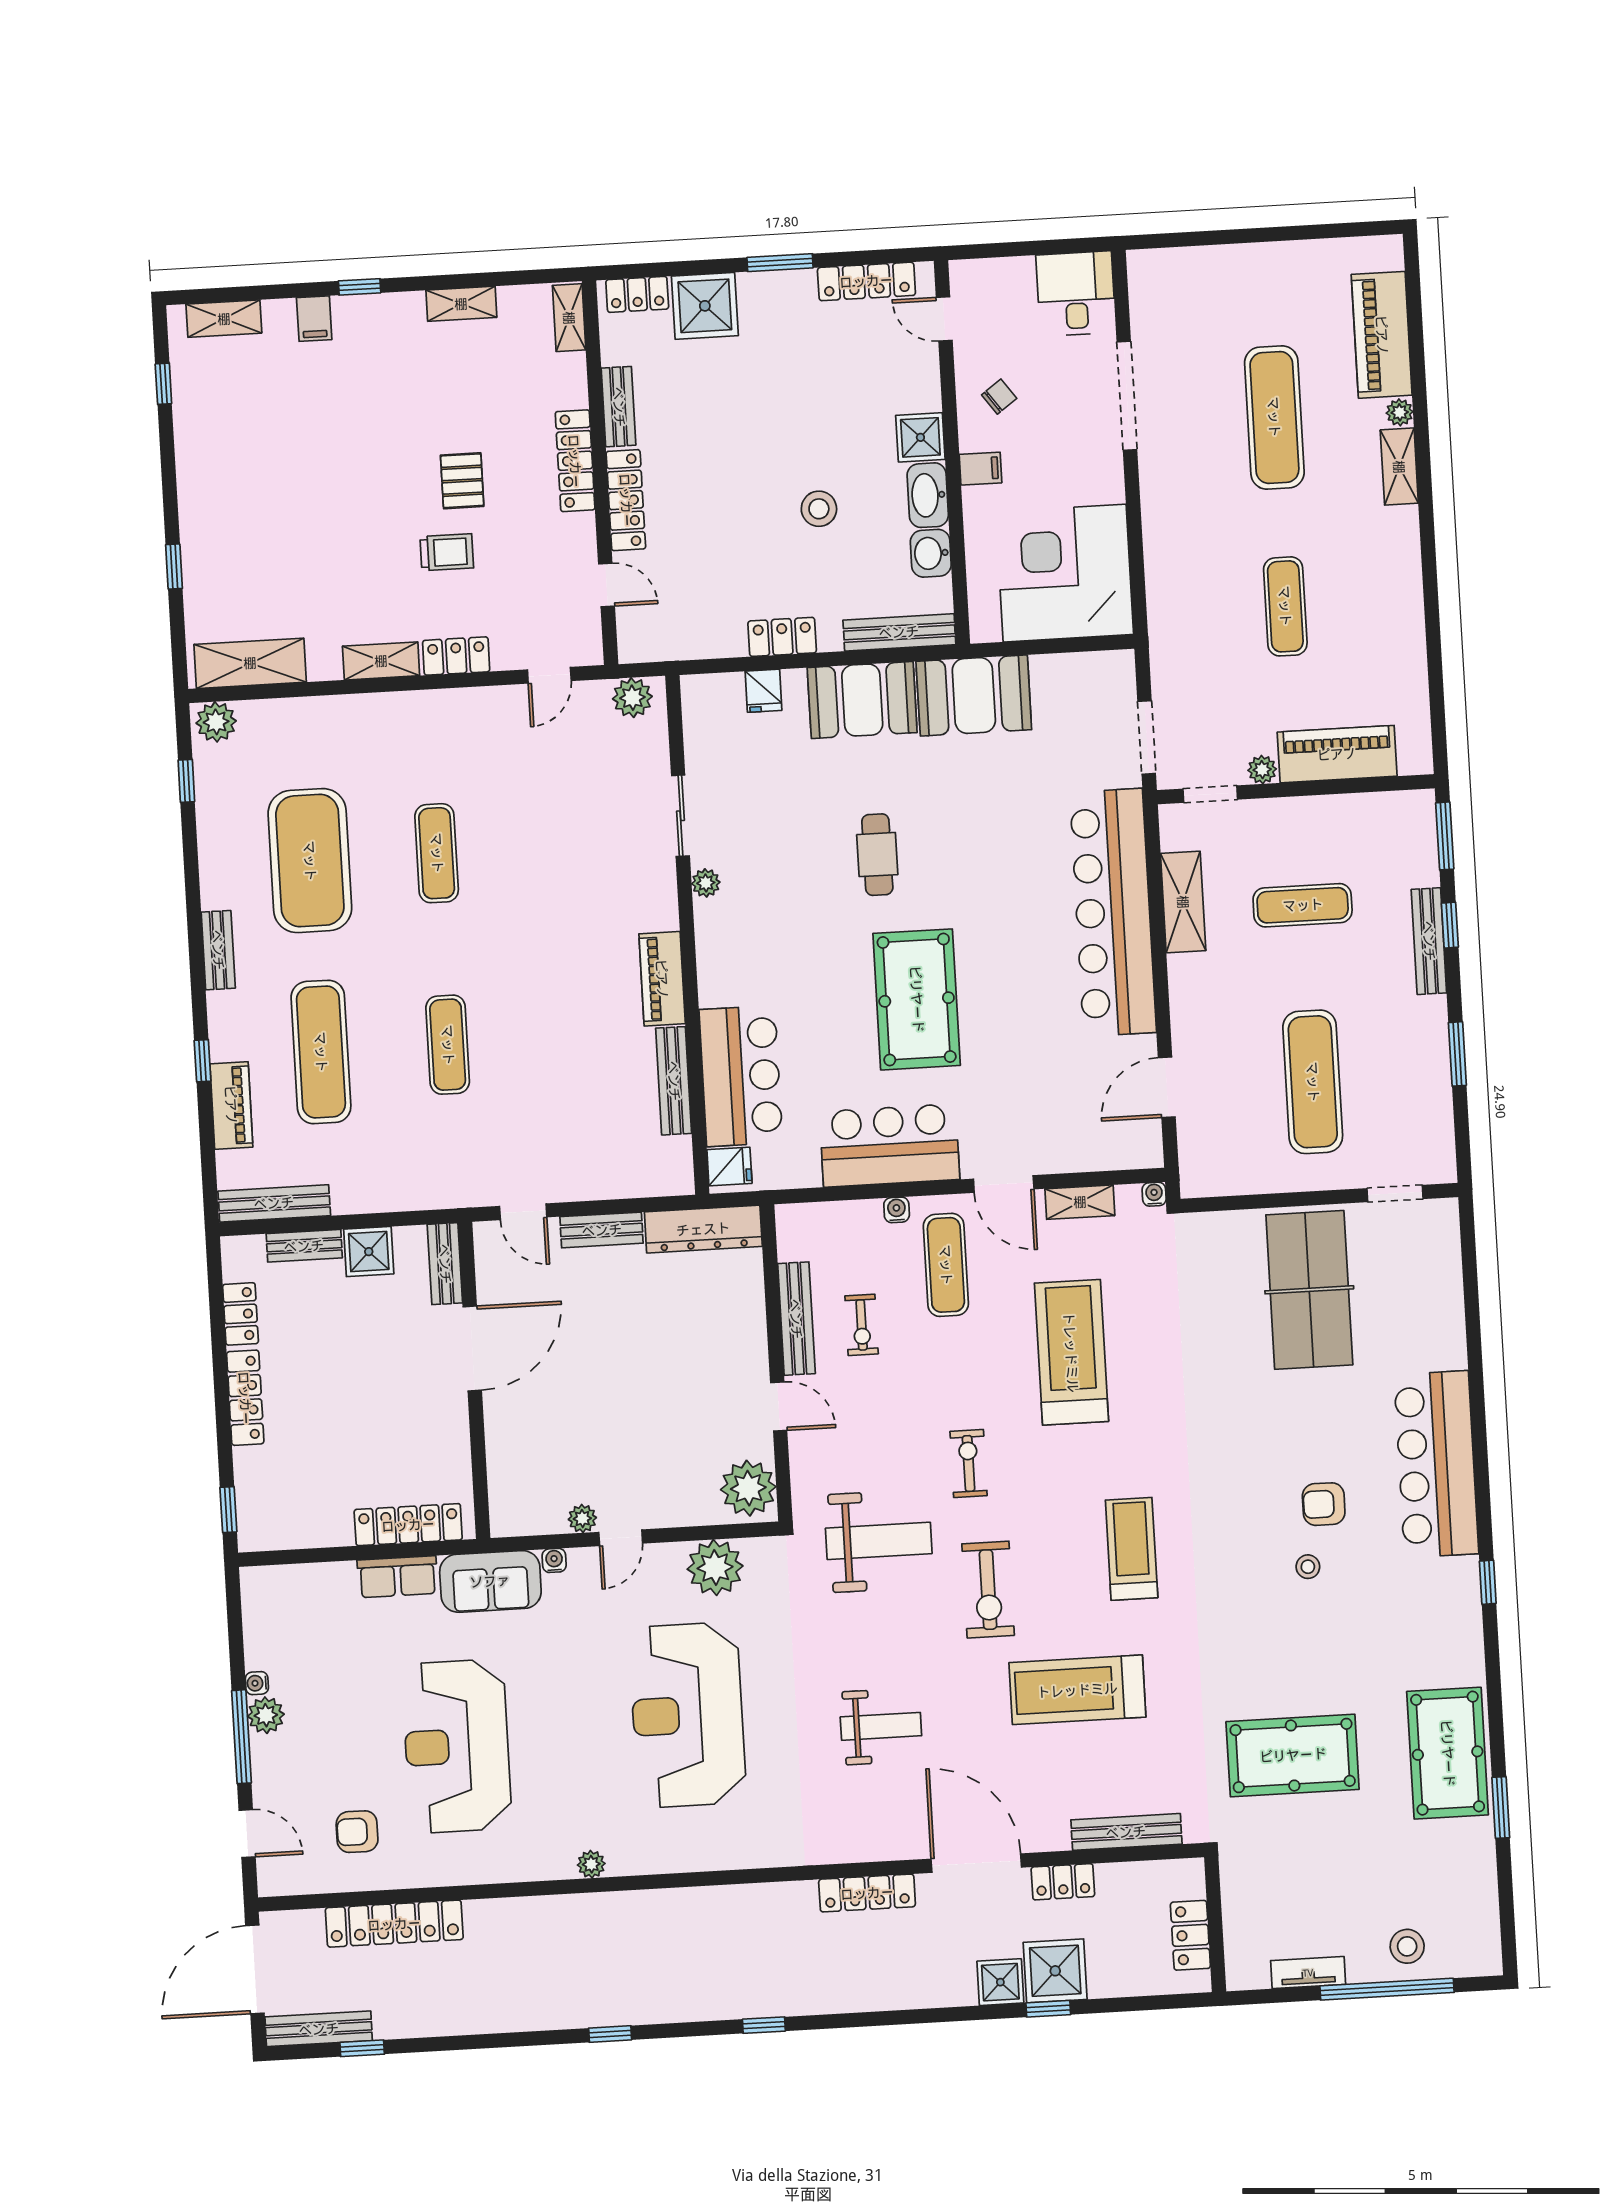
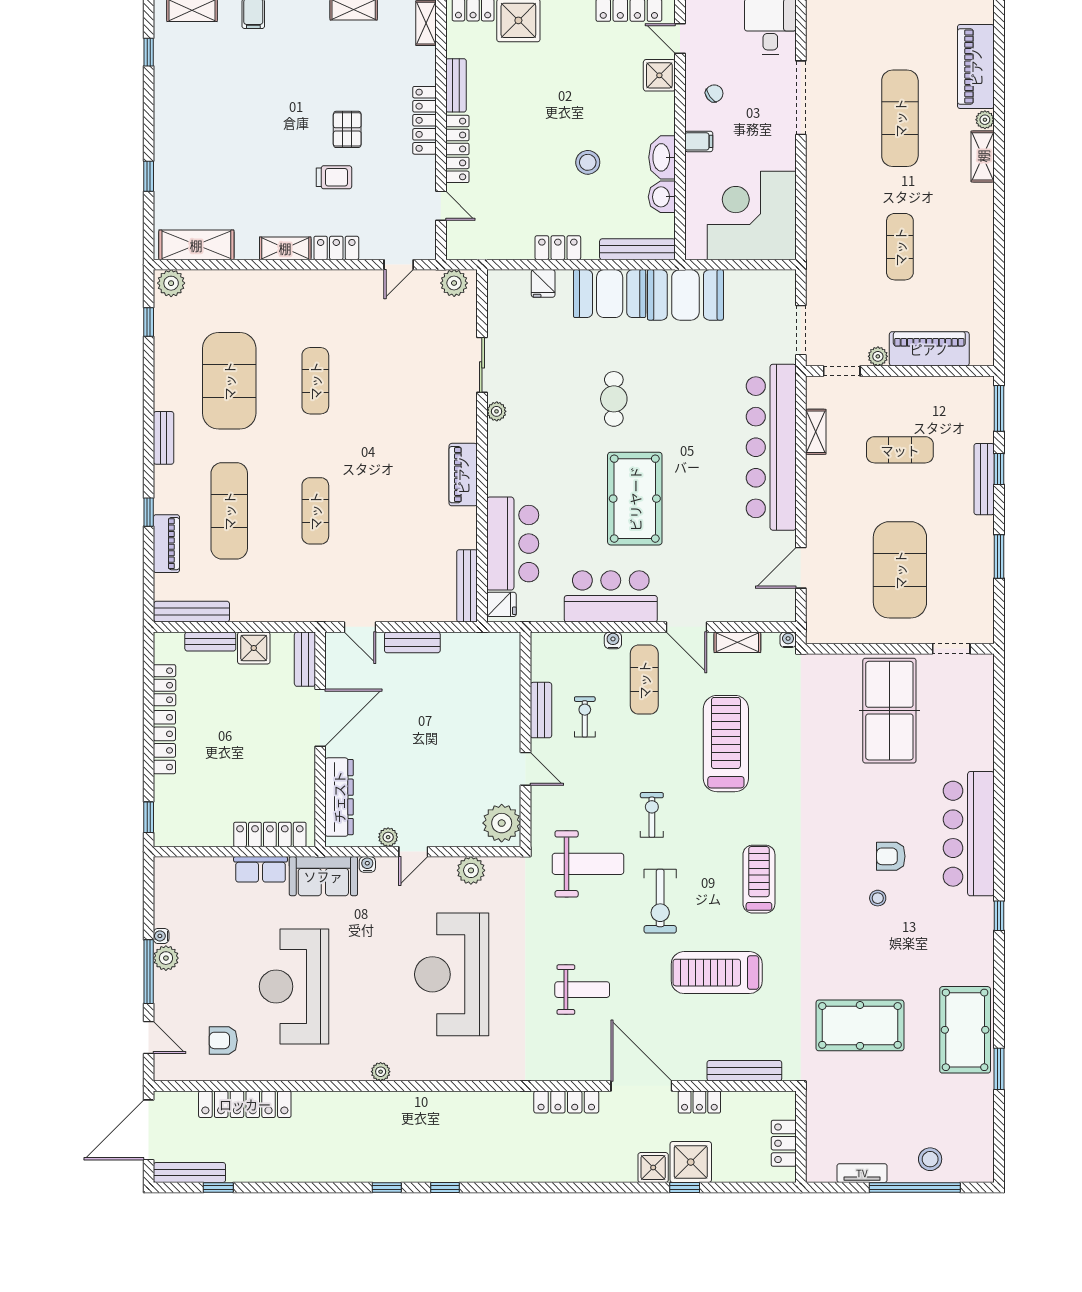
shower: (920, 437) -> (659, 75), moved
shelving: (1183, 902) -> (816, 432), width x0.67, depth x0.75
bench: (674, 1081) -> (467, 586), moved
exercise mat: (1313, 1082) -> (900, 570), width x1.47
dresser: (703, 1229) -> (339, 797), moved, turned -90
bench: (796, 1319) -> (541, 710), width x0.73
exercise bike: (862, 1325) -> (585, 717), turned 180
plant: (715, 1568) -> (471, 870), width x0.73, depth x0.73
window: (764, 2025) -> (445, 1187), moved

